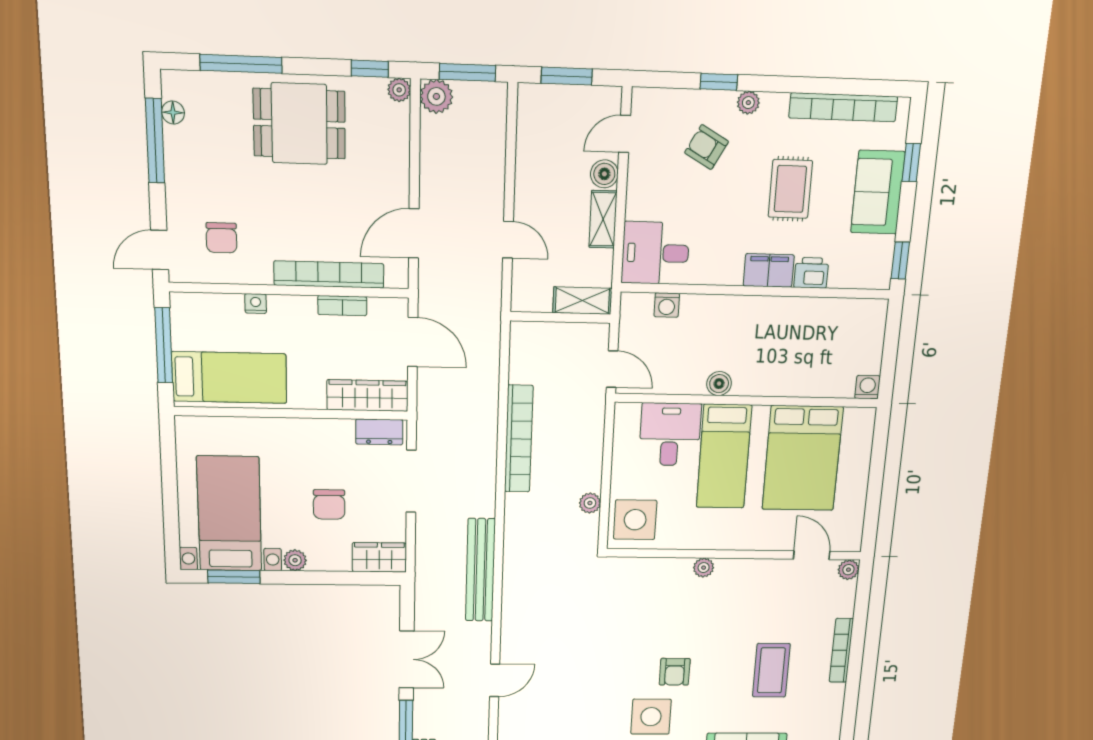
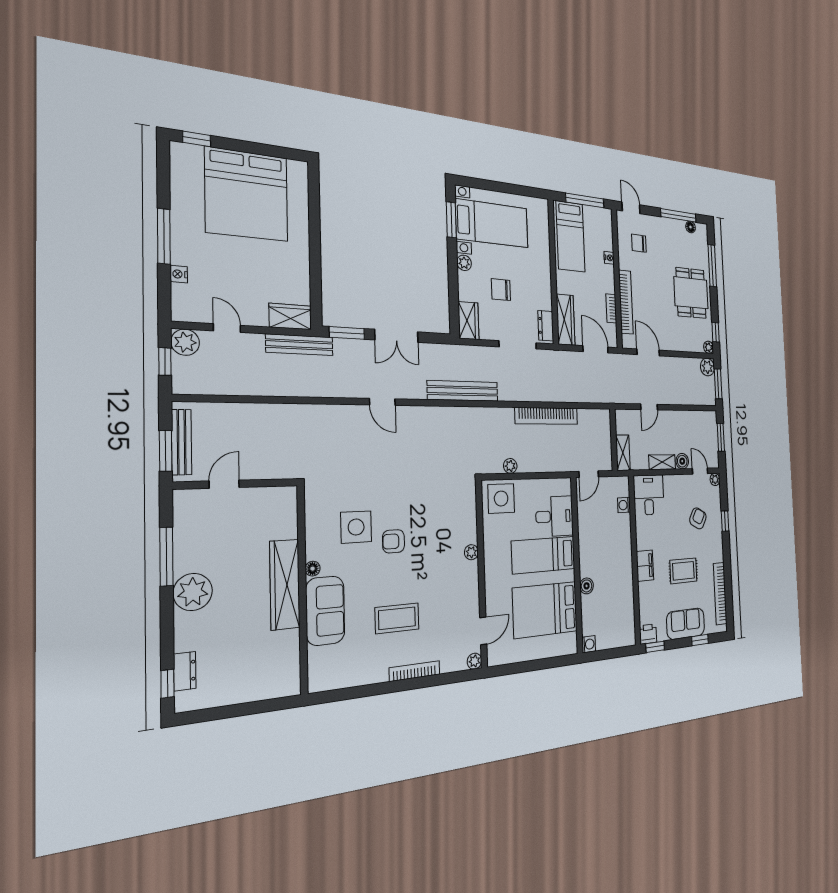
plant: (748, 103) -> (715, 479), moved
printer: (811, 273) -> (648, 634), moved, turned -90
door: (413, 342) -> (596, 349), swing flipped
boiler: (719, 384) -> (587, 586), moved

